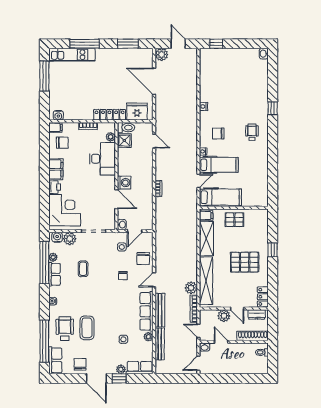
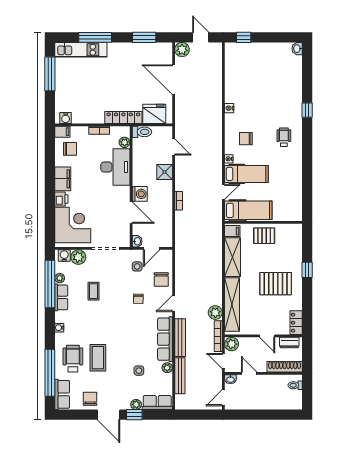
shower: (124, 141) -> (165, 172), moved
plant: (224, 316) -> (232, 344), moved

